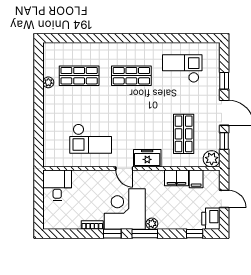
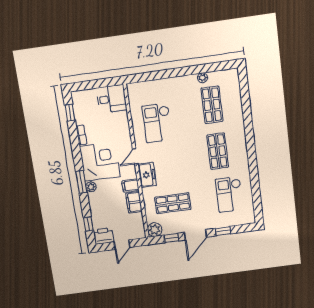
checkout: (182, 69) -> (229, 194), turned 180
filing cabinet: (196, 179) -> (130, 186), moved
window: (112, 234) -> (70, 113), moved

